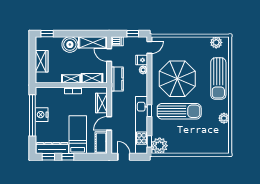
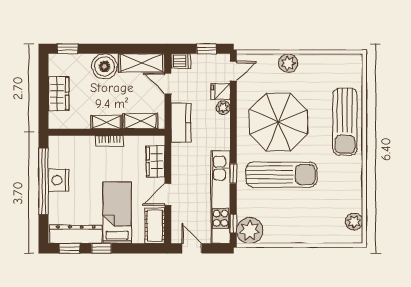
plant: (216, 42) -> (288, 63), moved
plant: (224, 118) -> (354, 222), moved

